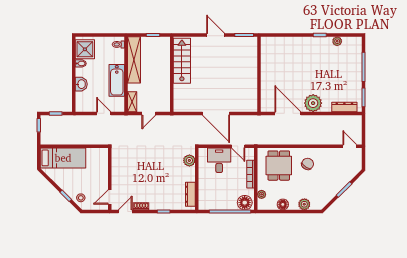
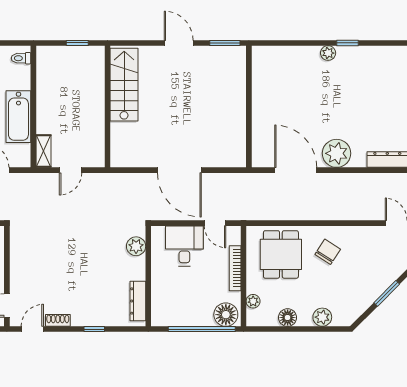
plant: (337, 41) -> (328, 53), moved
shelving: (134, 60) -> (46, 83), removed

